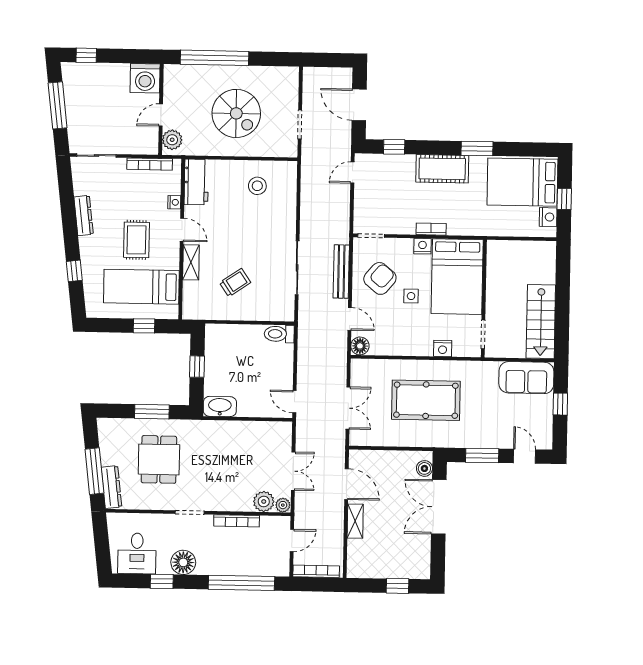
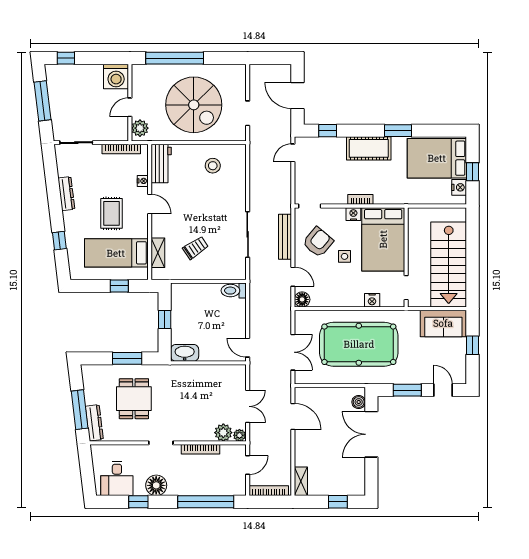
spiral stairs: (236, 113) -> (194, 105), width x1.37, depth x1.37
shelving: (191, 262) -> (158, 253), moved
stairs: (541, 322) -> (449, 264), width x1.36, depth x1.51
pool table: (426, 400) -> (359, 344), width x1.36, depth x1.32
shelving: (355, 521) -> (301, 481), moved

